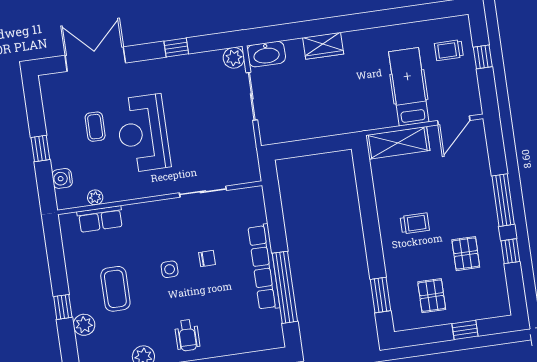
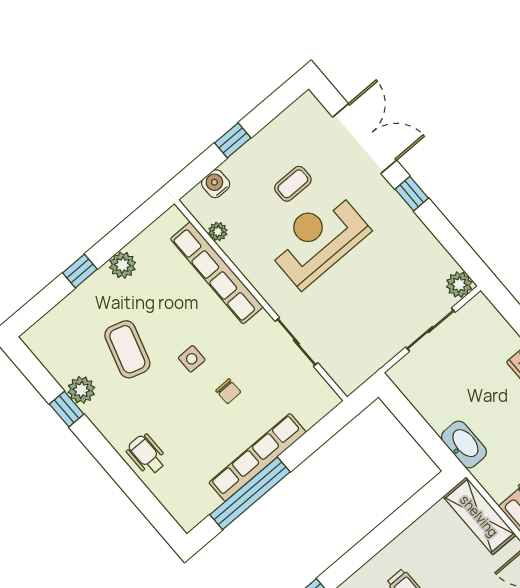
window: (176, 48) -> (412, 194), moved
washbasin: (266, 54) -> (464, 444), moved, turned 180
row of seats: (100, 219) -> (217, 273), width x2.02
coffee table: (115, 289) -> (127, 349), moved, turned -73
plant: (84, 325) -> (123, 265), moved
wheelchair: (187, 335) -> (147, 455), moved, turned 90

